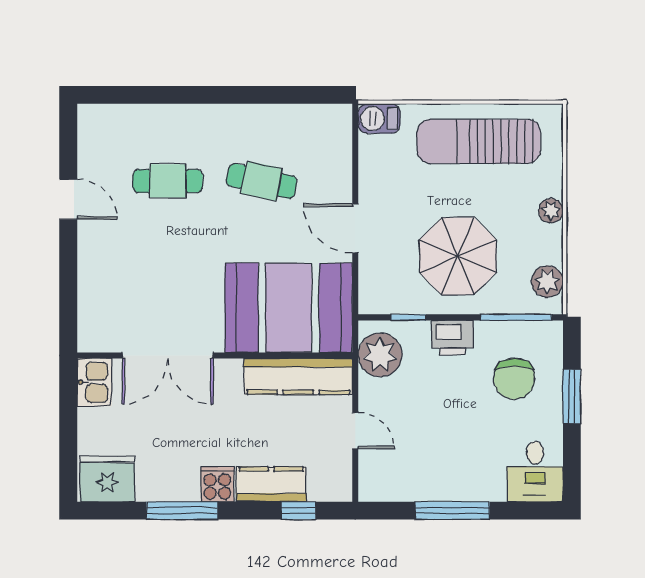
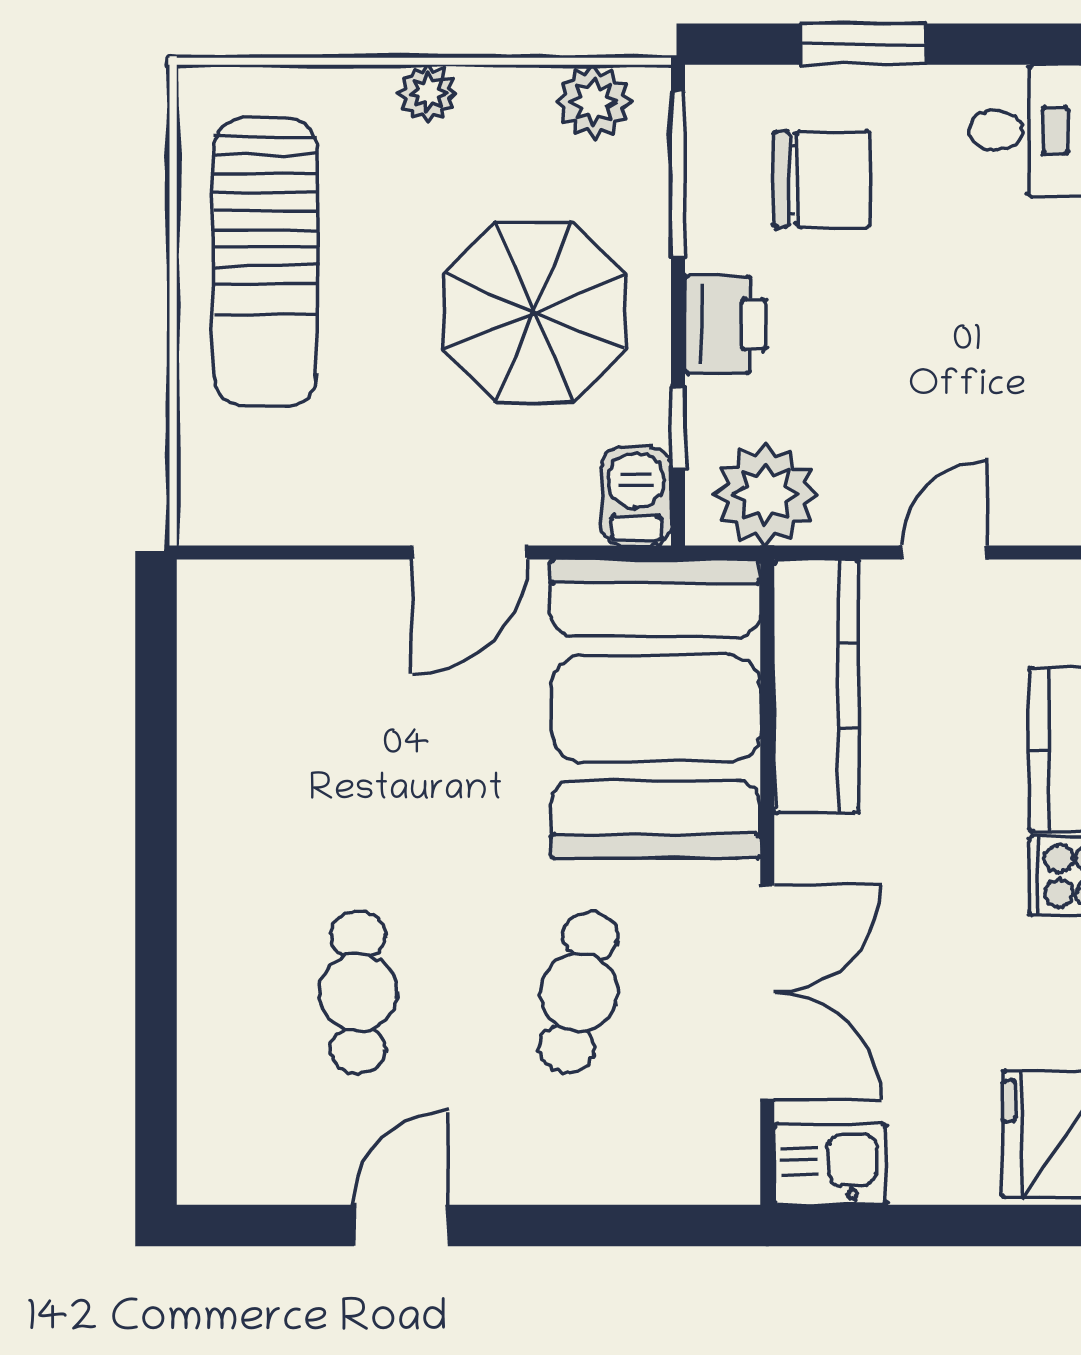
barbecue: (379, 119) -> (636, 496), moved, turned 180
cafe table: (262, 181) -> (579, 992), moved

